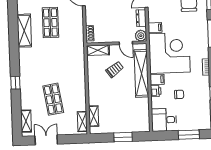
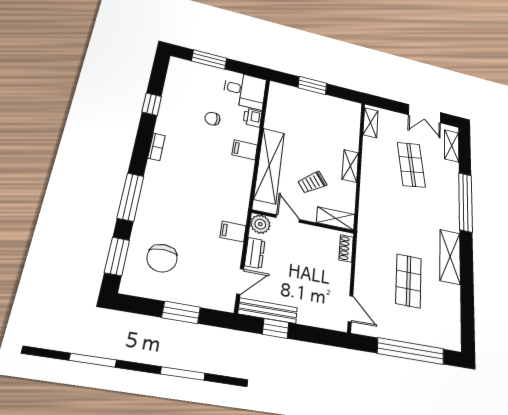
shelving: (24, 31) -> (450, 257), moved
corner desk: (169, 53) -> (216, 185), removed
window: (15, 83) -> (466, 202), width x3.17
printer: (156, 91) -> (253, 118), moved
shelving: (94, 116) -> (350, 166), moved

